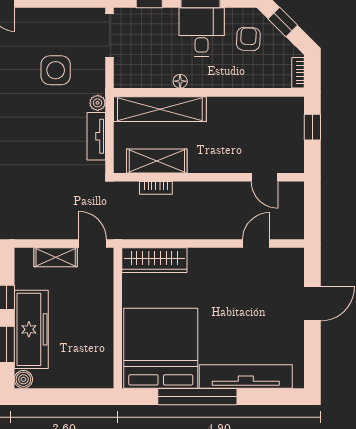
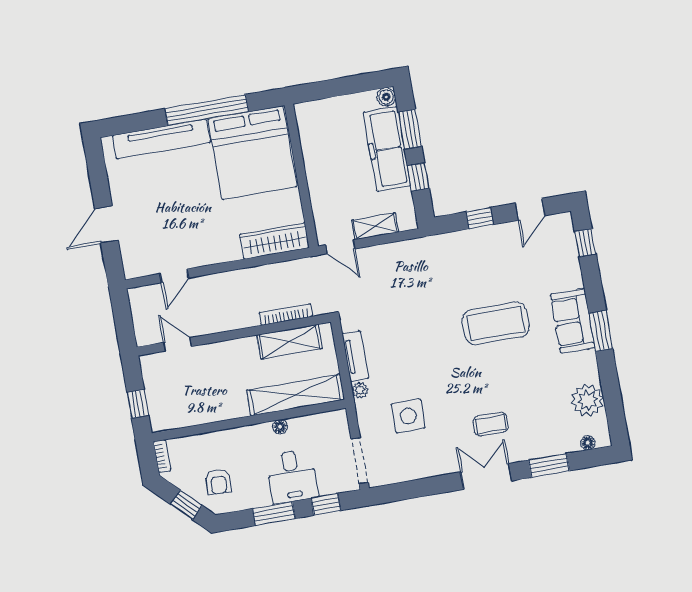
desk: (202, 32) -> (292, 476), moved
bookcase: (156, 188) -> (286, 314), width x1.56

